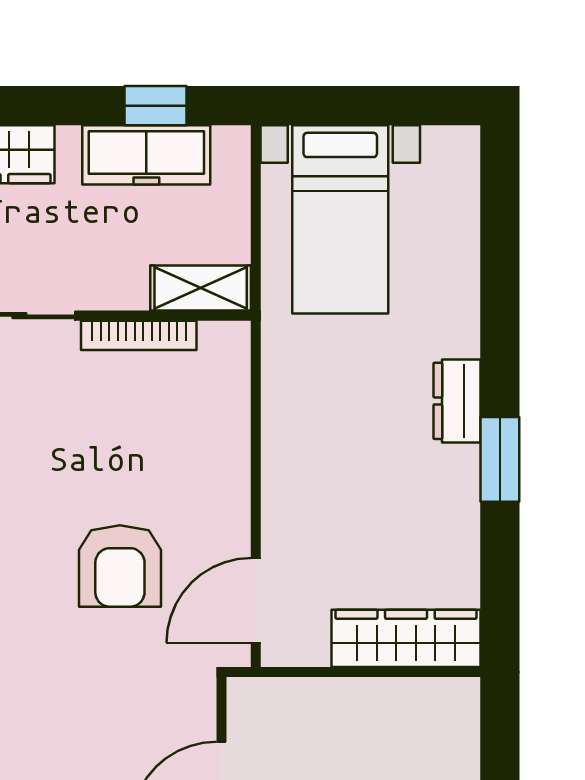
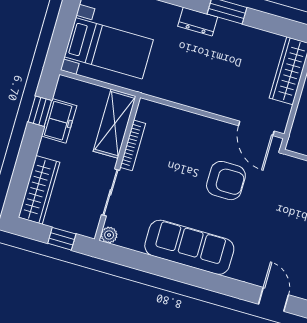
freezer: (146, 155) -> (59, 121), width x0.71
shelving: (201, 288) -> (115, 124), width x1.50, depth x1.33

